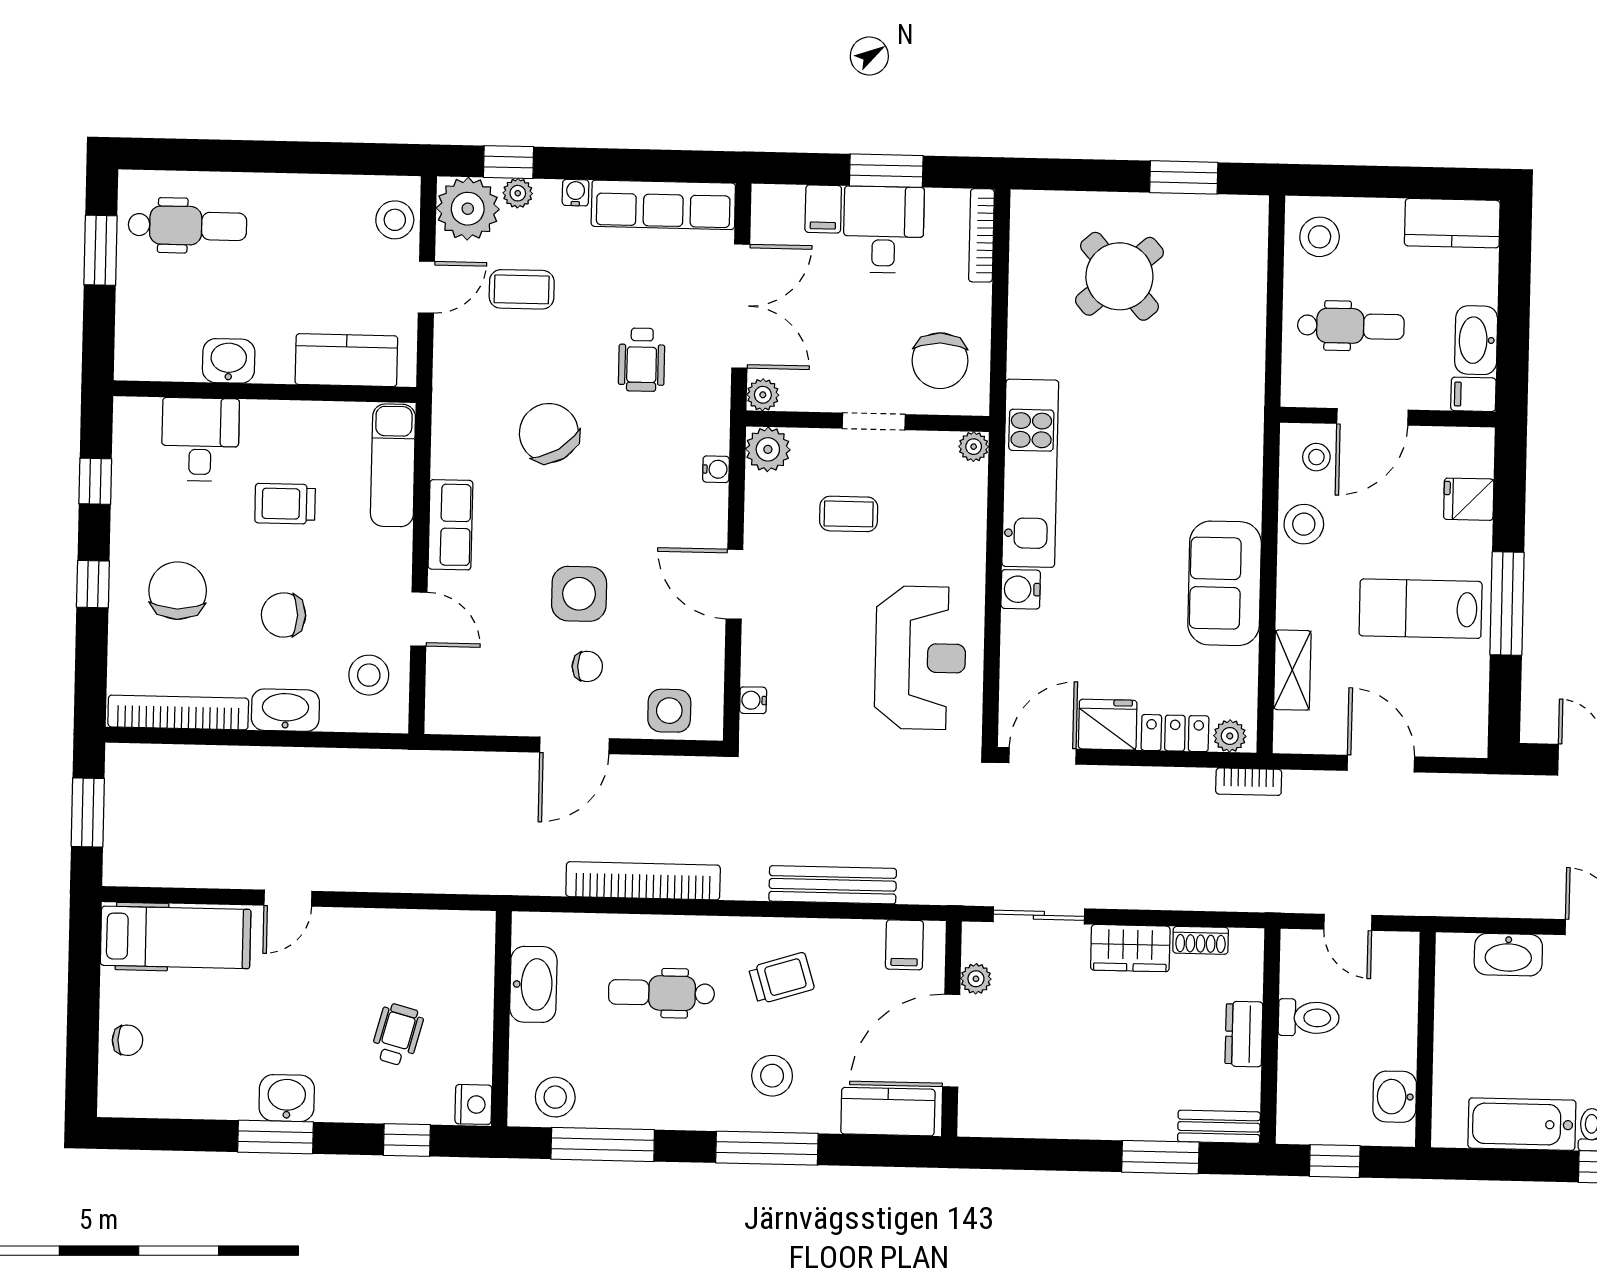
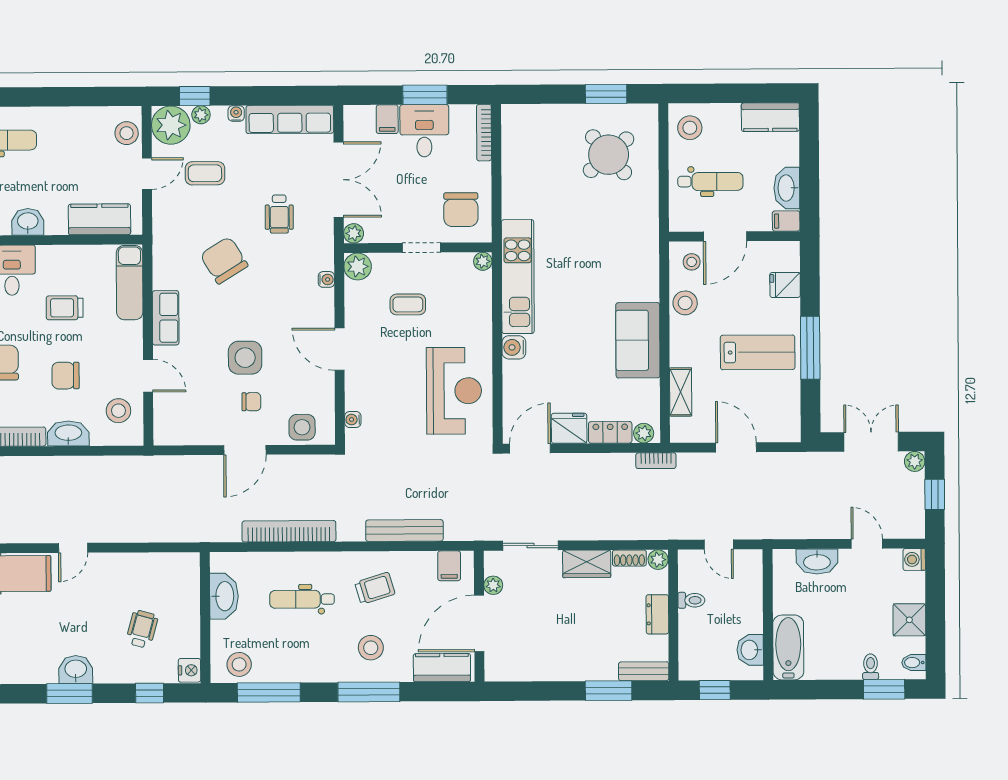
round table: (1119, 276) -> (609, 155), moved
lab bench: (1421, 609) -> (758, 352), turned 180
plant: (1248, 944) -> (658, 560), added
toilet: (1309, 1018) -> (691, 600), width x0.73, depth x0.72
bathtub: (1522, 1124) -> (788, 647), moved, turned 90

